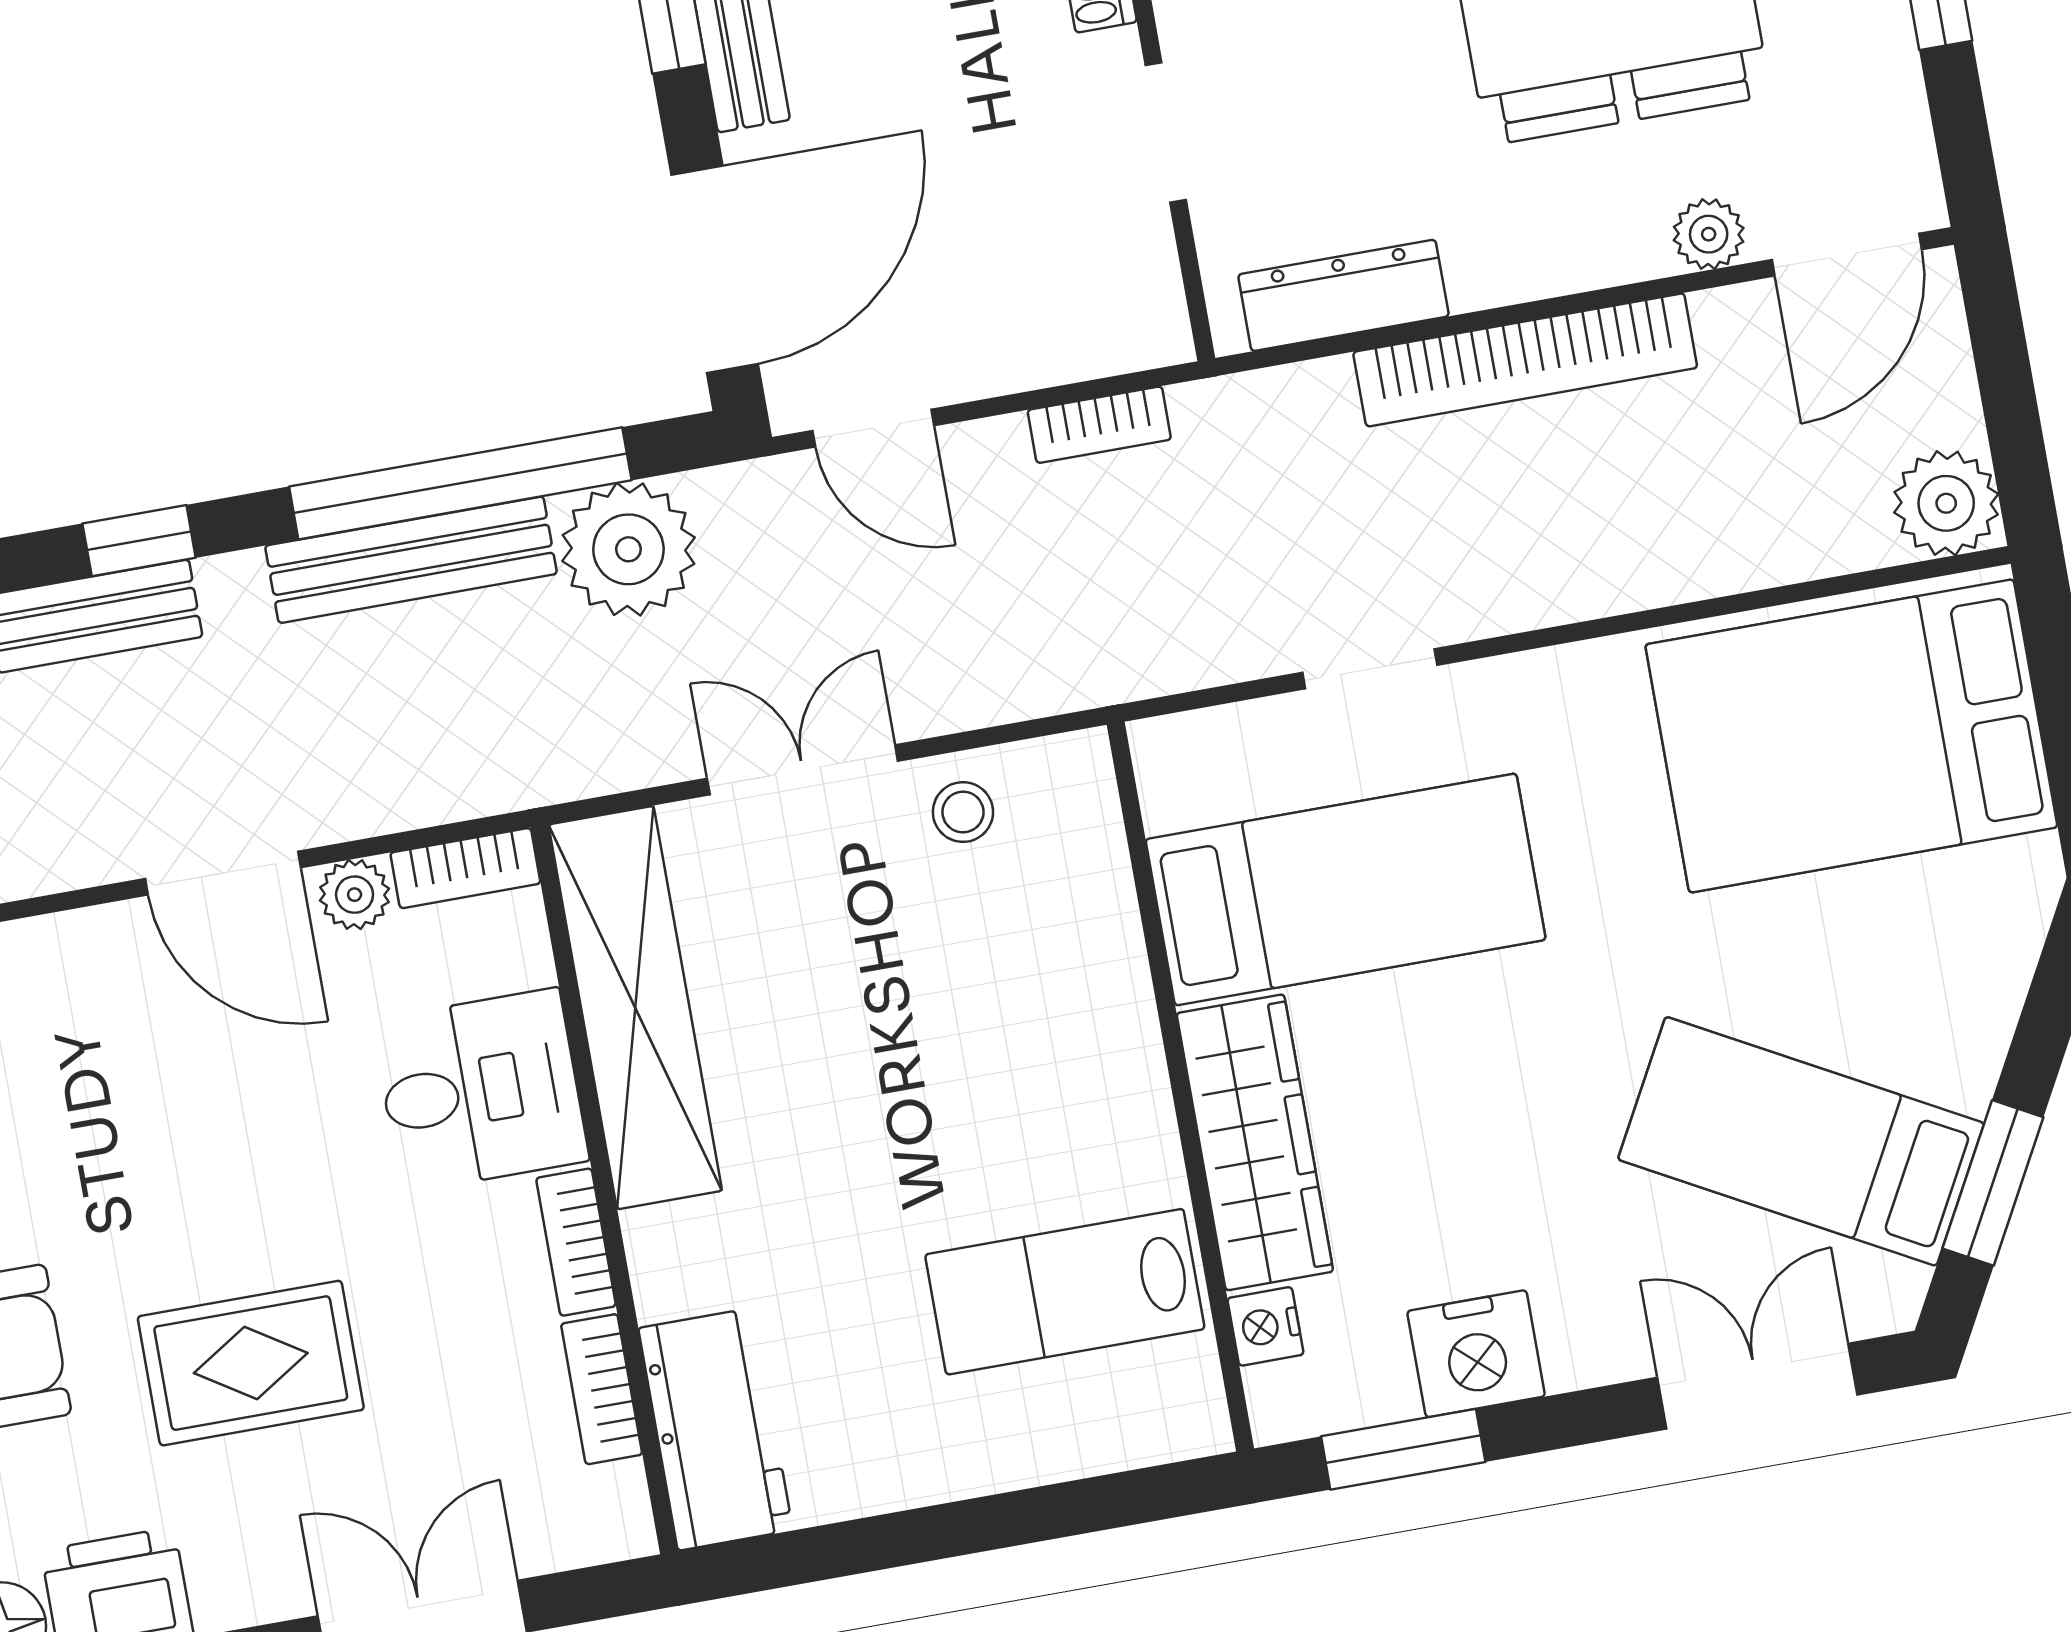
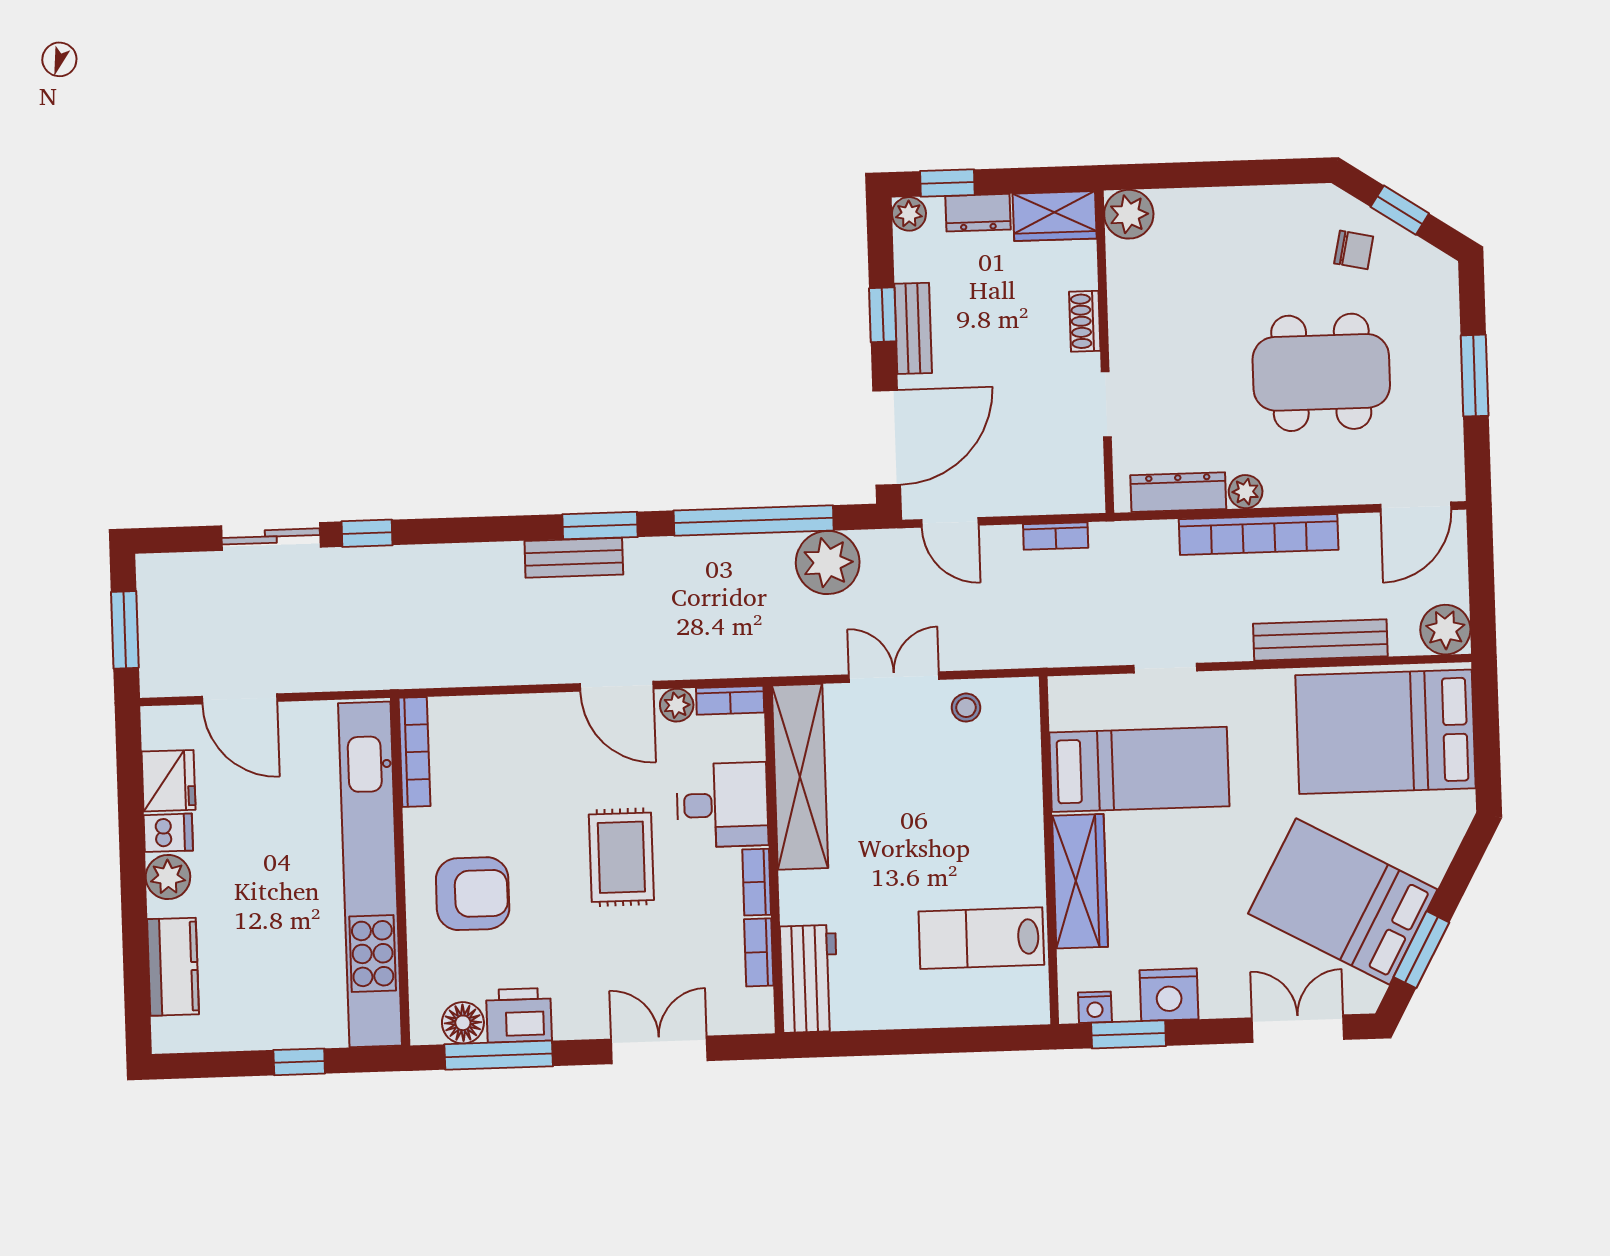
plant: (1709, 234) -> (1246, 492), moved
window: (139, 541) -> (600, 526), width x1.50
bench: (411, 560) -> (1320, 640), moved
bed: (1801, 1141) -> (1343, 902), width x1.50
nightstand: (1265, 1326) -> (1095, 1007), moved, turned -90
rug: (251, 1363) -> (621, 857), moved, turned 90

